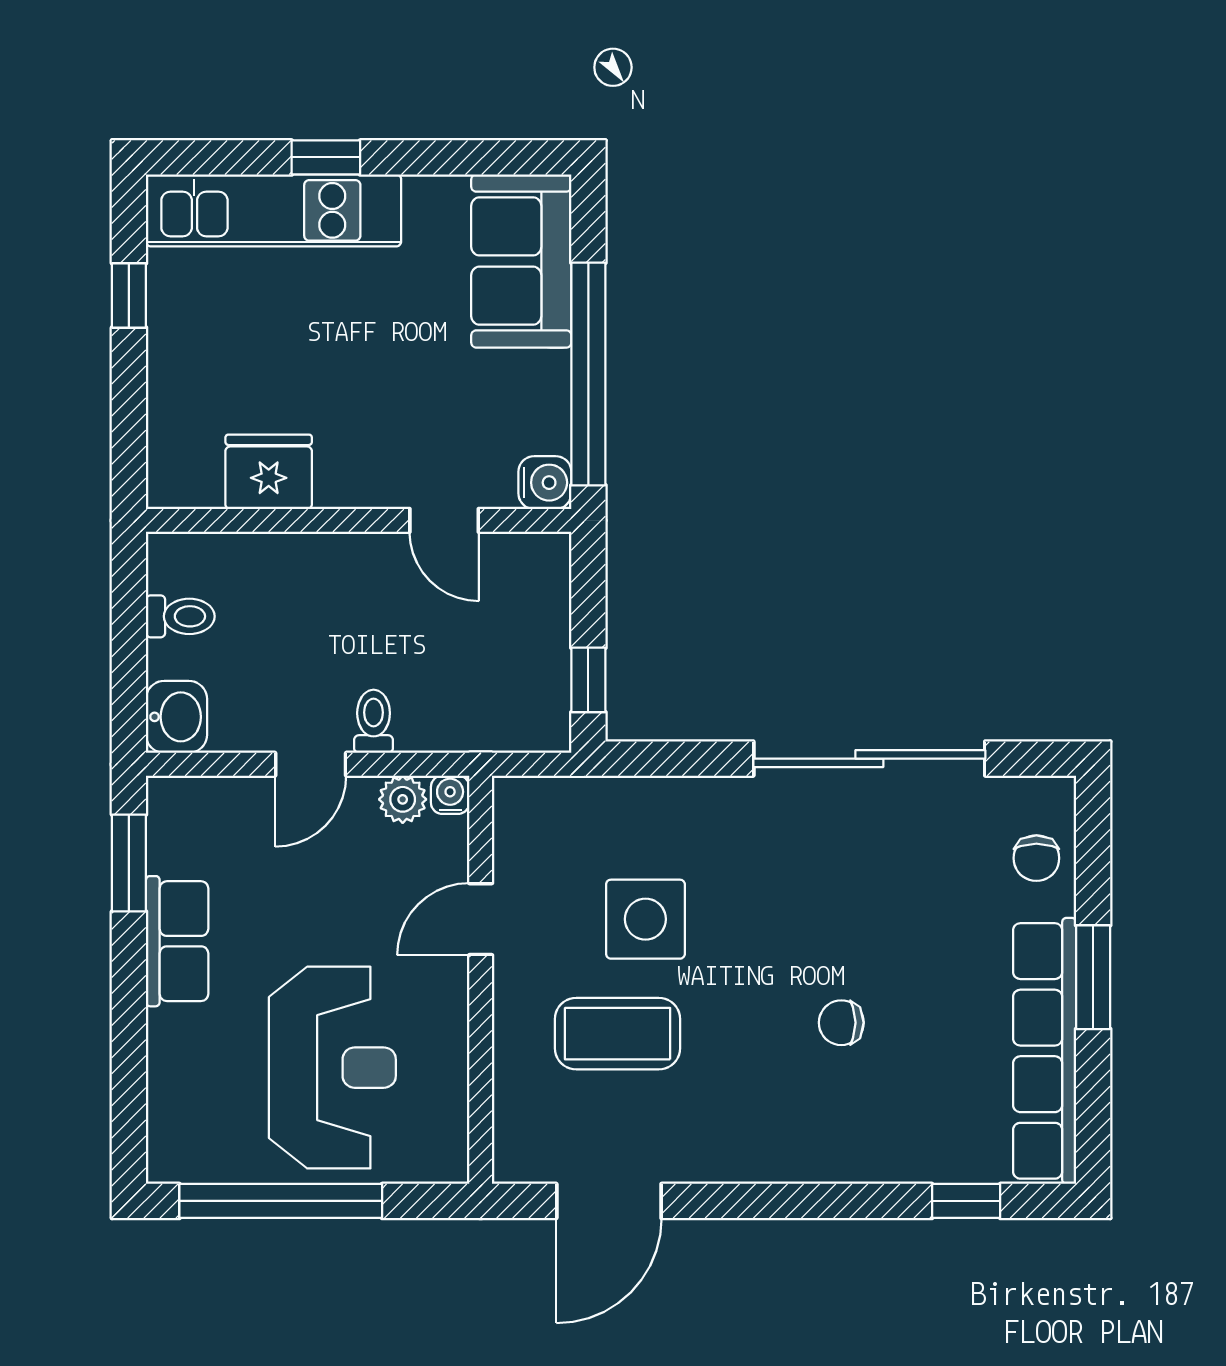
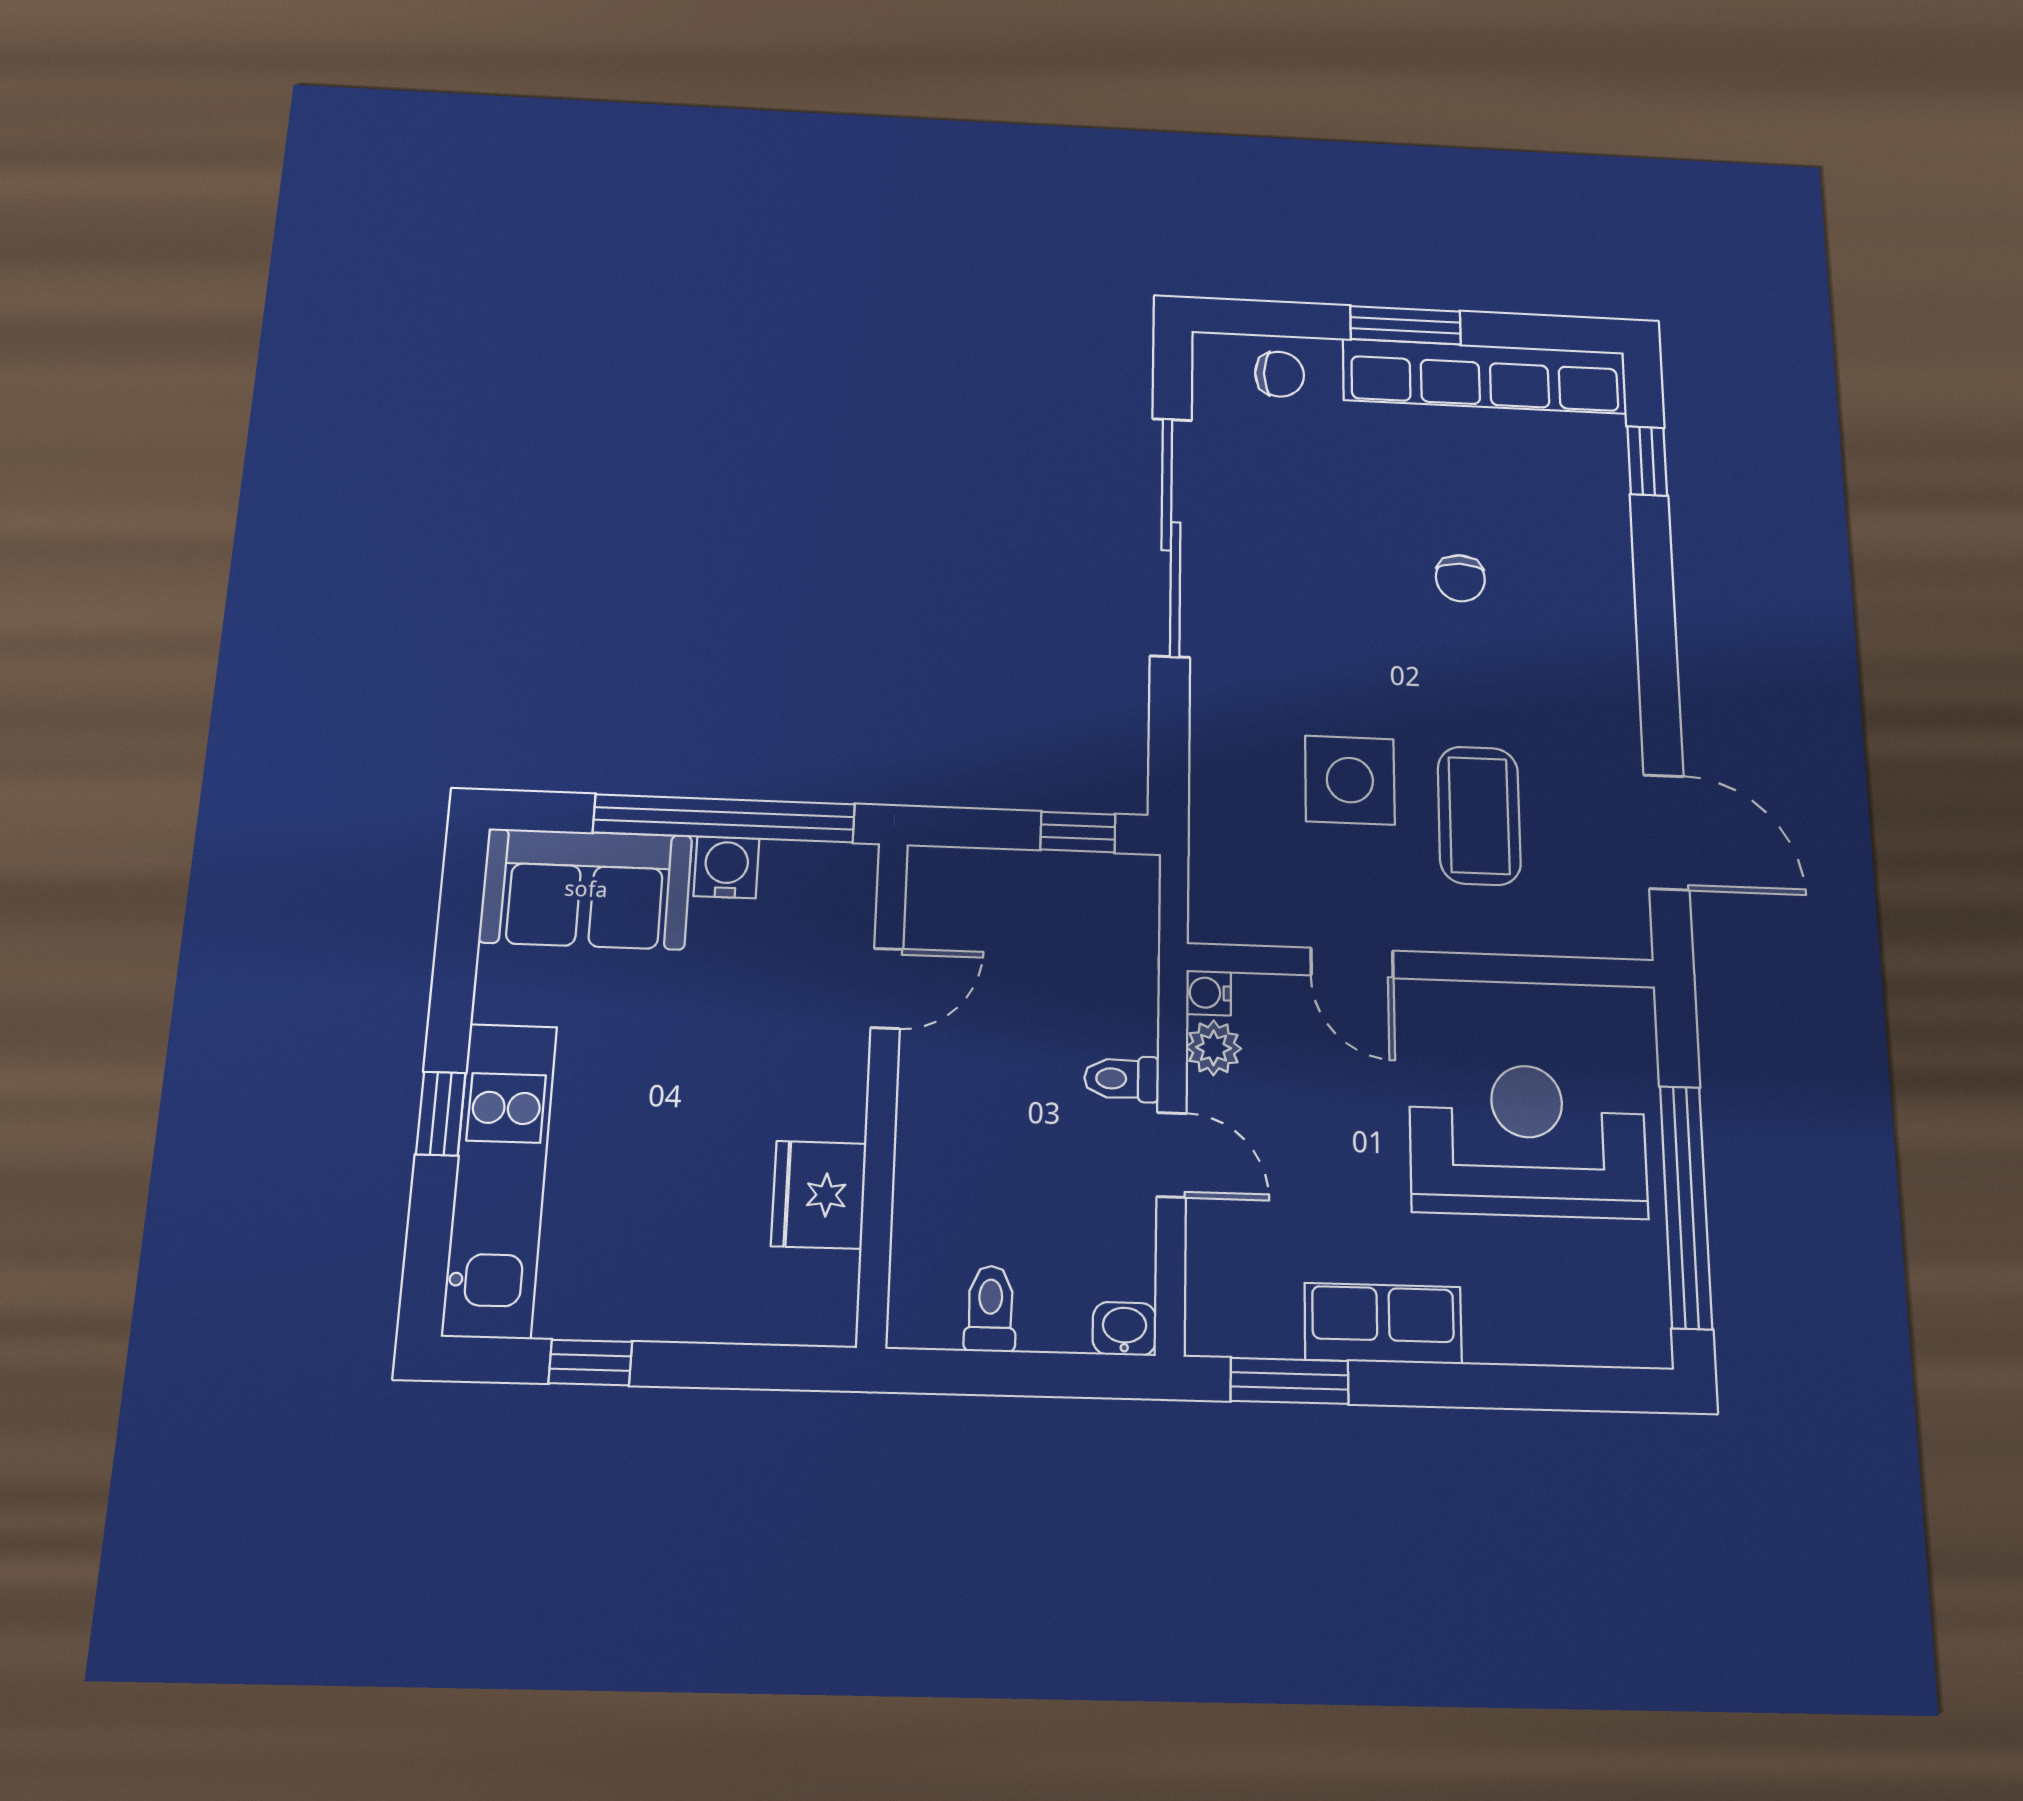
water cooler: (545, 483) -> (726, 867), moved
washbasin: (177, 717) -> (1124, 1329), width x0.72, depth x0.69

